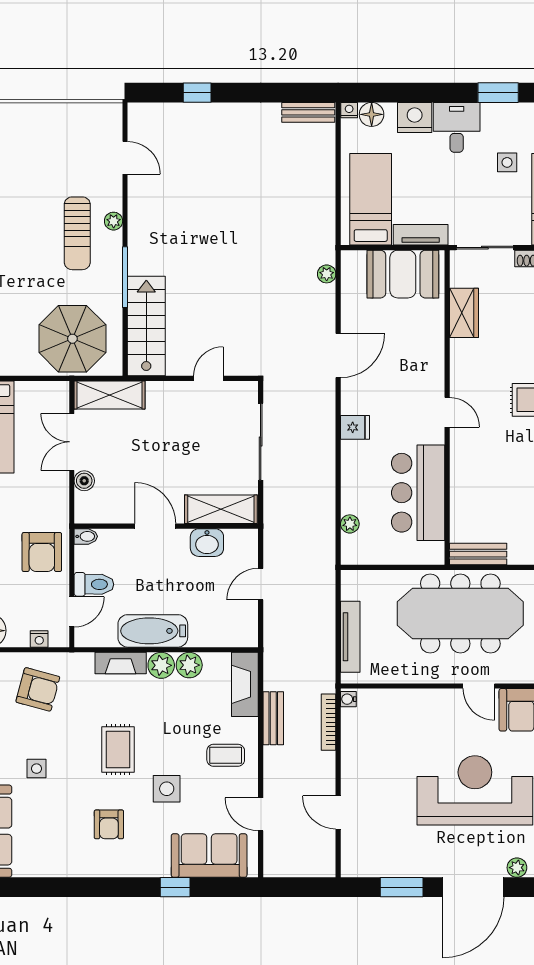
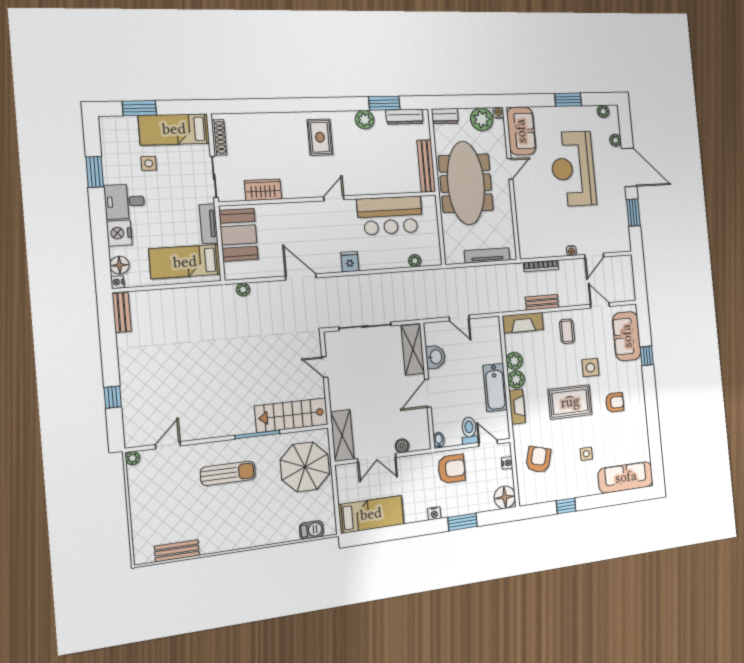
plant: (114, 221) -> (133, 458), moved
bench: (478, 554) -> (426, 166), width x1.36
water cooler: (348, 699) -> (571, 251), moved
rug: (118, 749) -> (570, 402), width x1.36, depth x1.43
door: (261, 814) -> (600, 305), swing flipped

